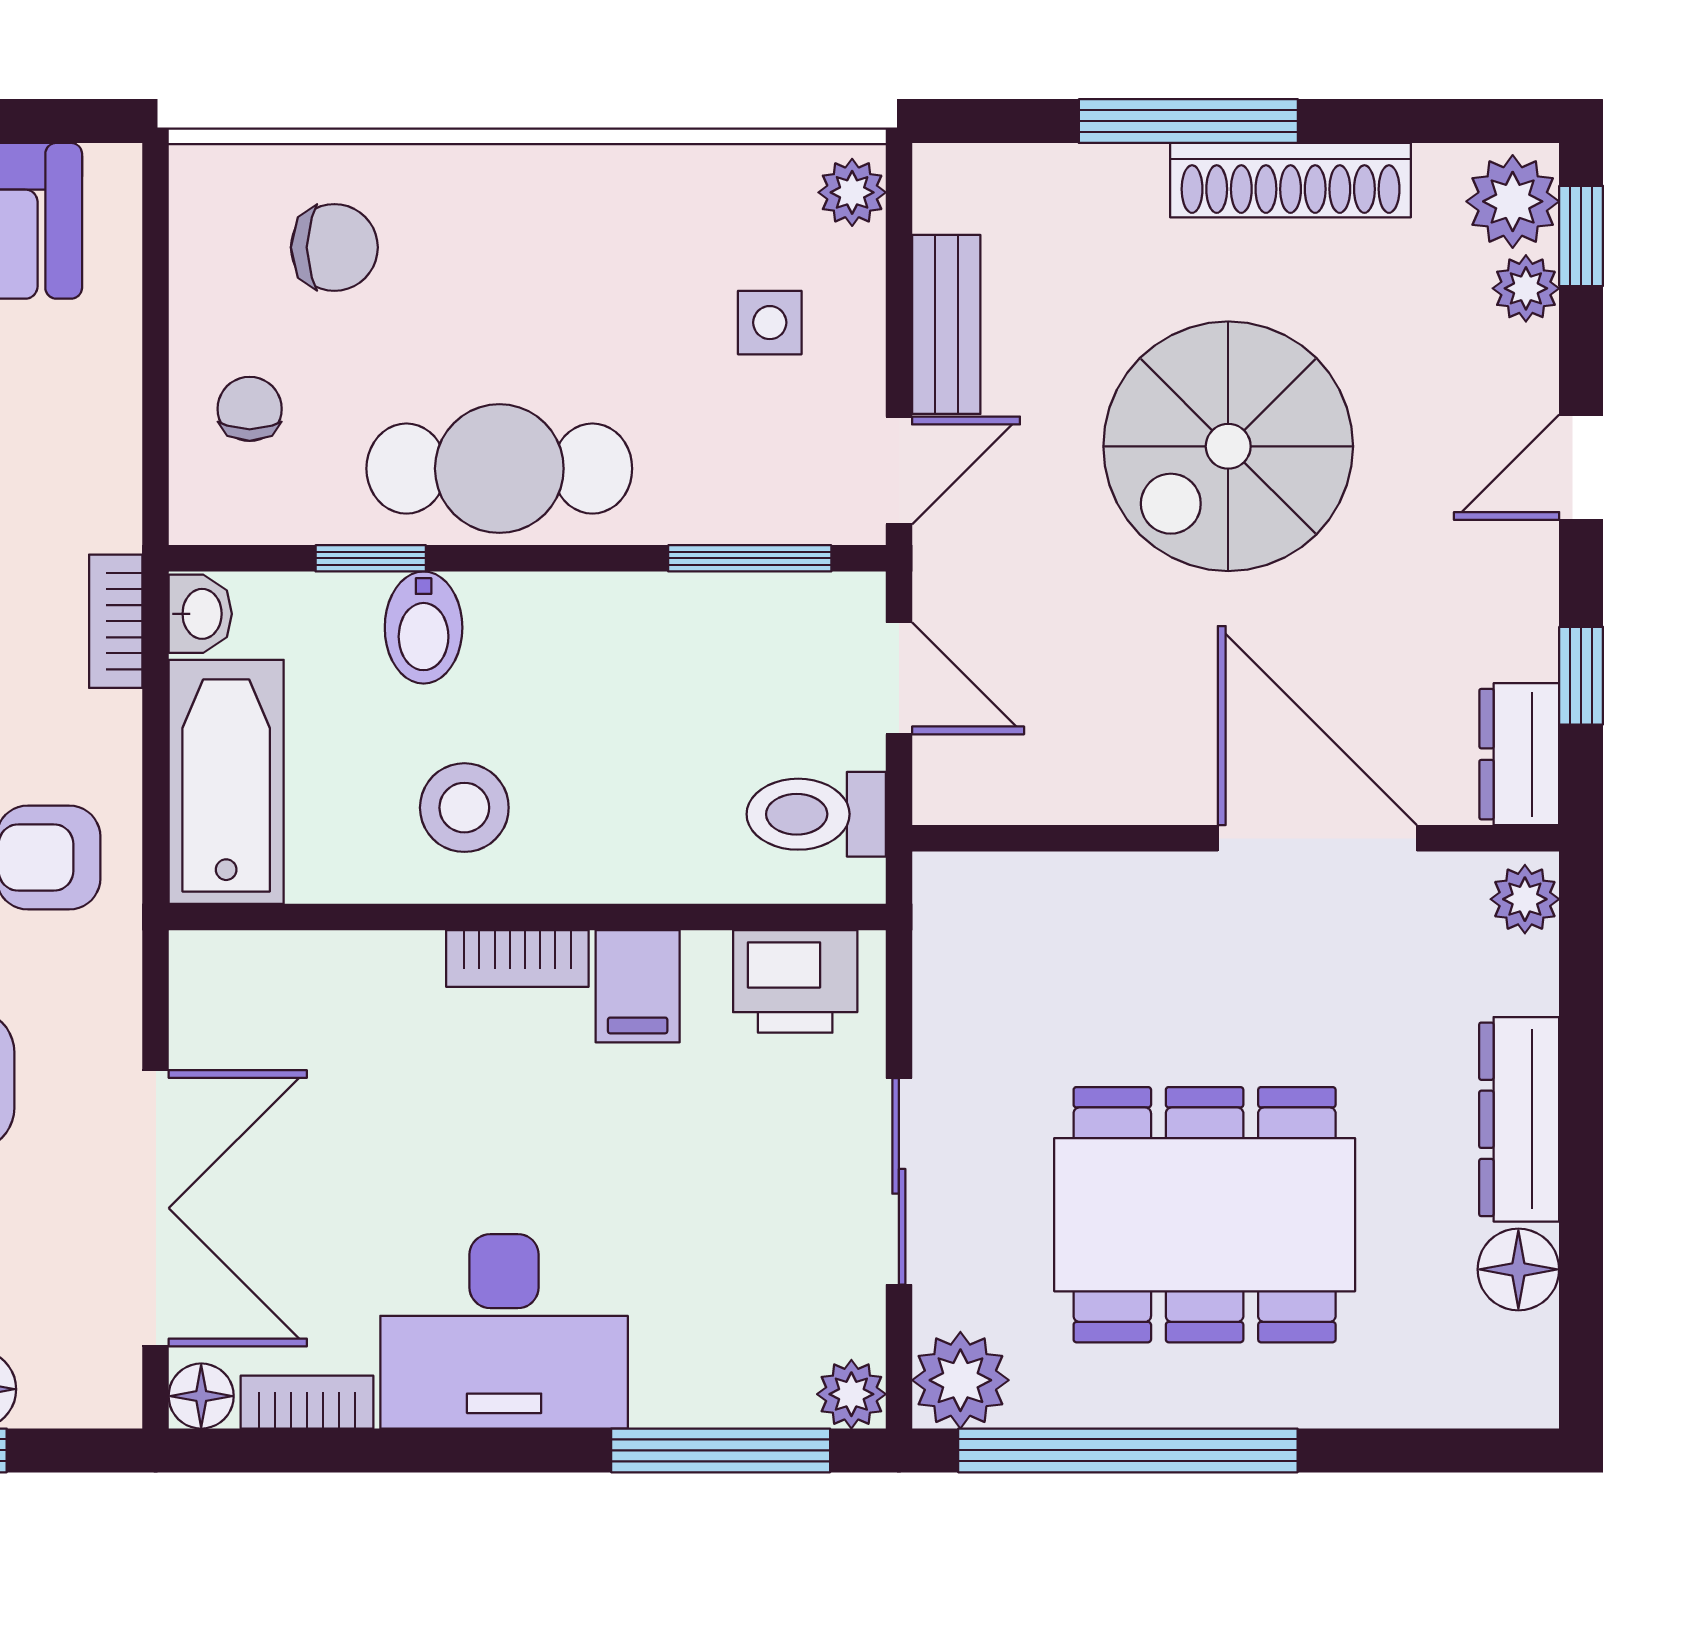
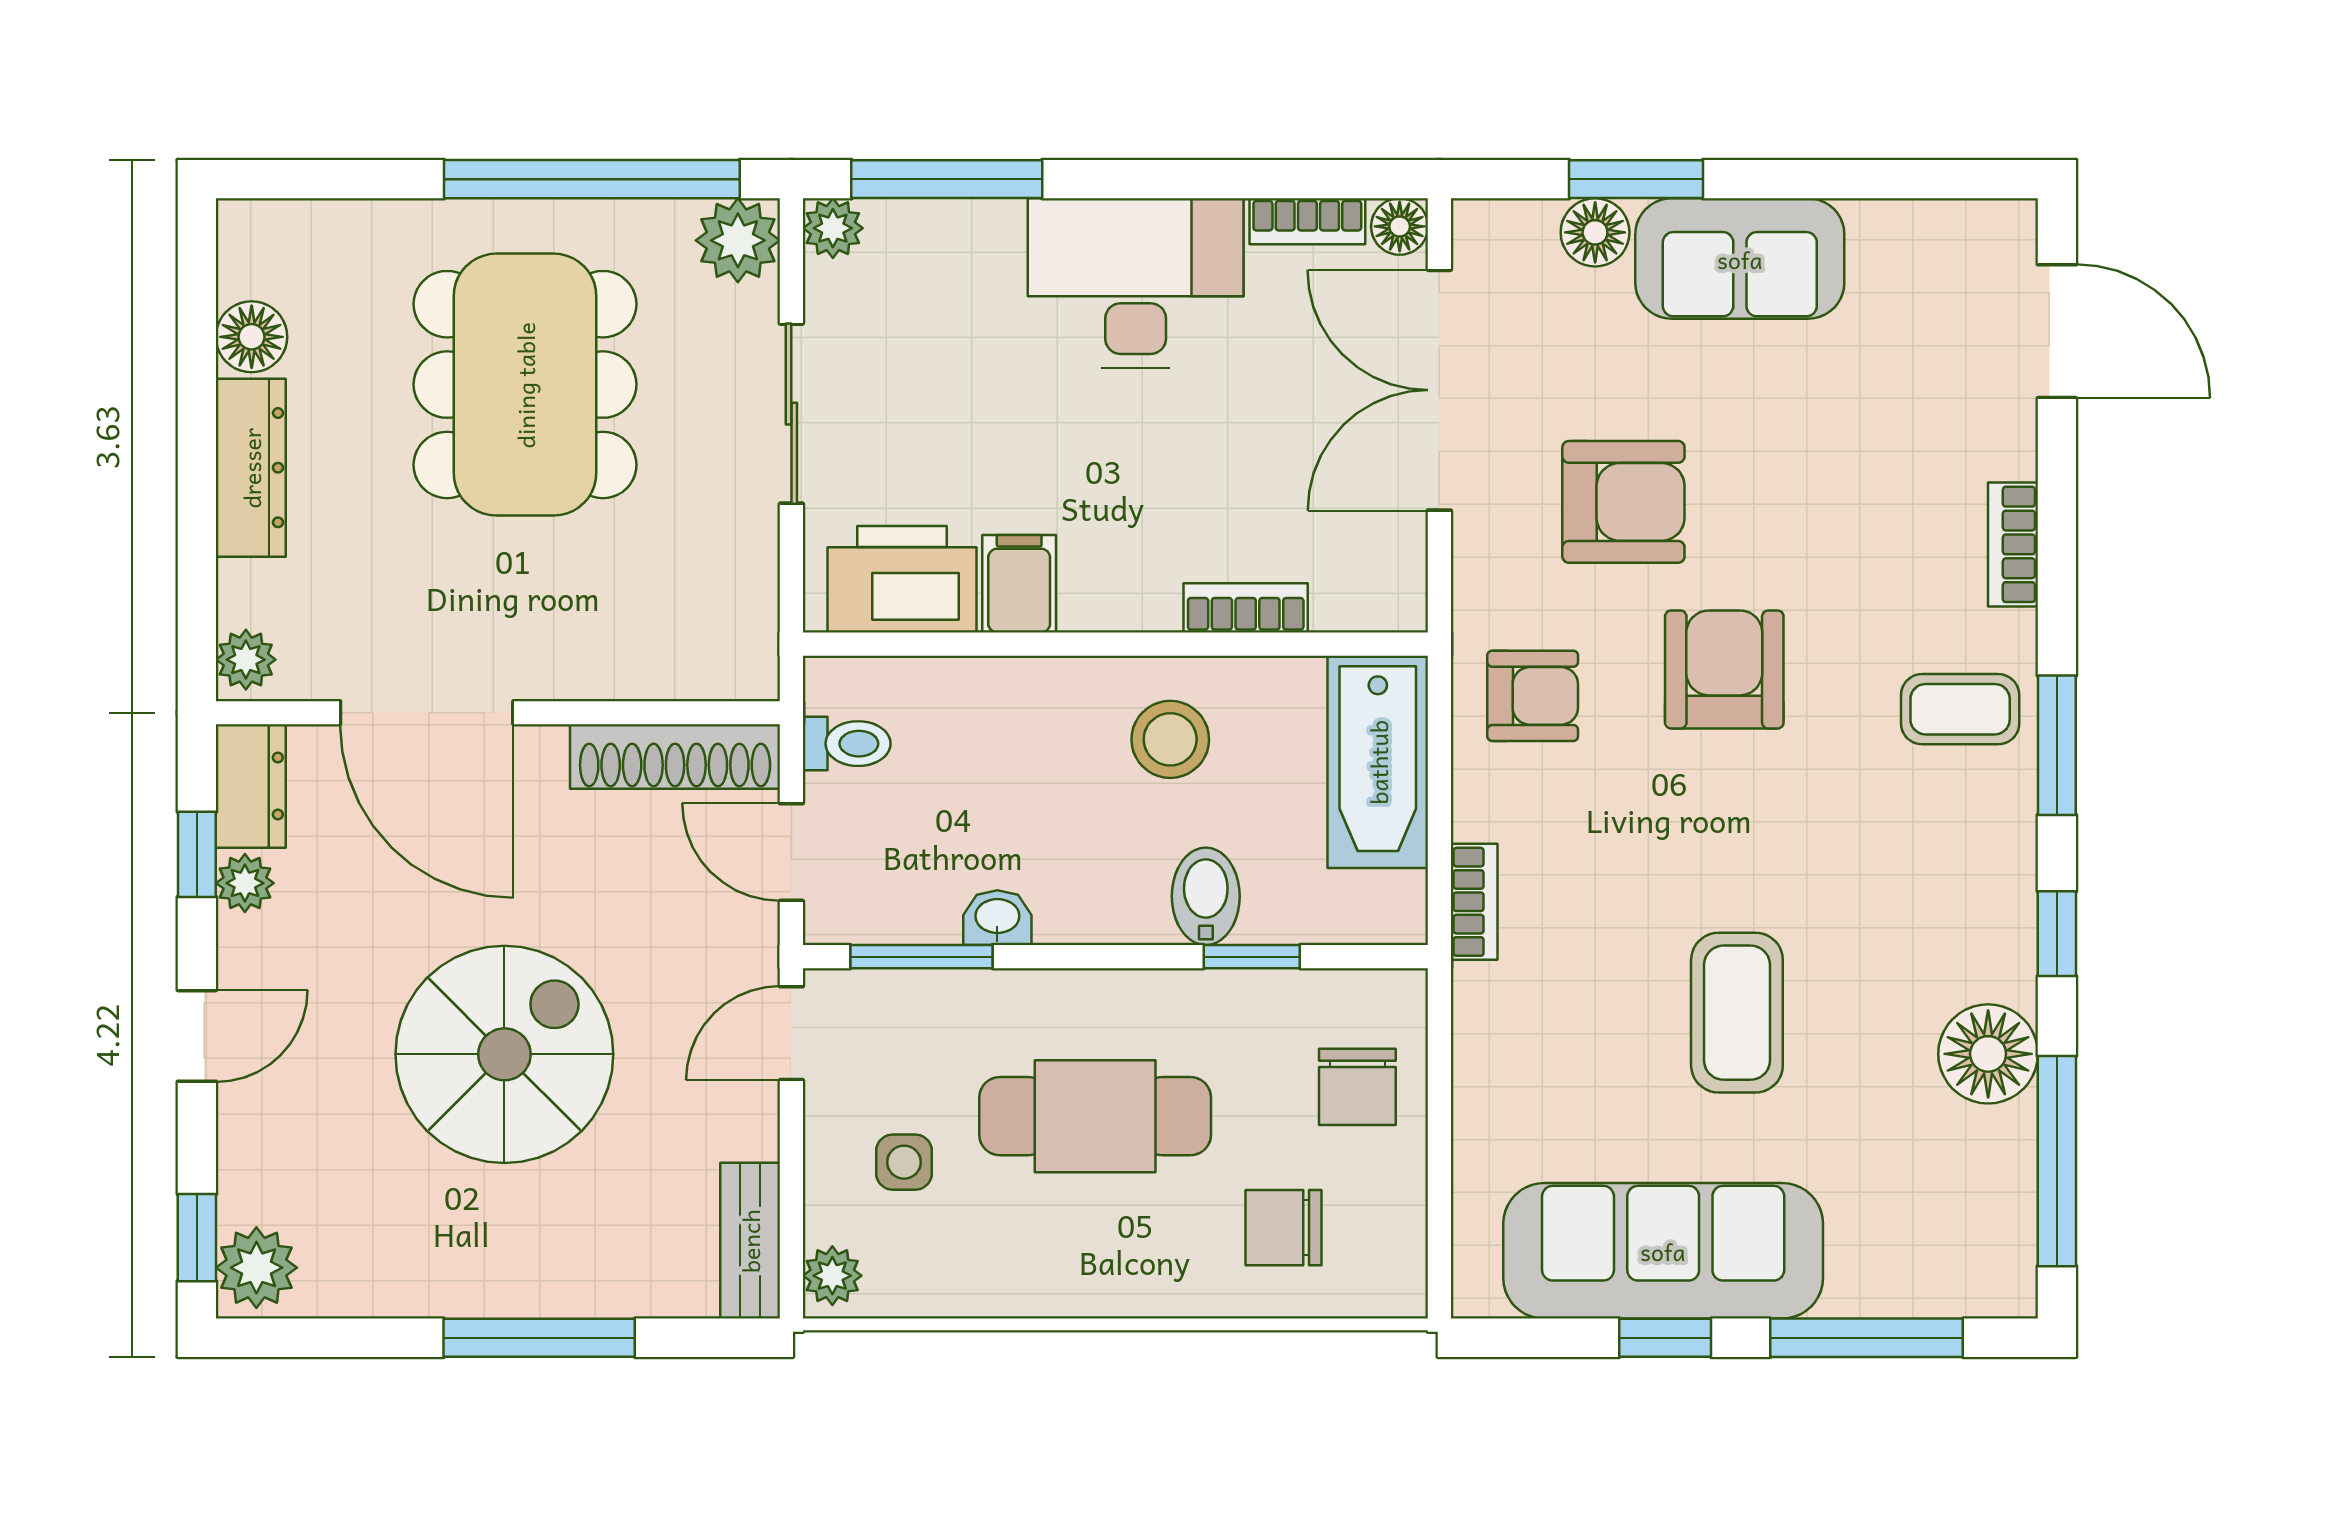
shoe rack: (1291, 180) -> (675, 757), moved, turned 180
plant: (1526, 288) -> (245, 883), moved
bench: (946, 324) -> (750, 1241), moved
chair: (250, 409) -> (1357, 1087), width x1.37, depth x1.37
cafe table: (499, 469) -> (1095, 1116), moved
washbasin: (200, 614) -> (997, 918), moved, turned 90
toilet: (816, 814) -> (847, 744), width x0.73, depth x0.72
bookcase: (517, 959) -> (1246, 608), moved
printer: (795, 981) -> (902, 579), width x1.37, depth x1.19
dining table: (1205, 1215) -> (525, 385), turned 90

